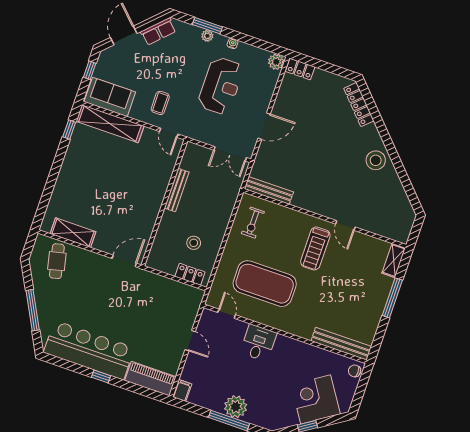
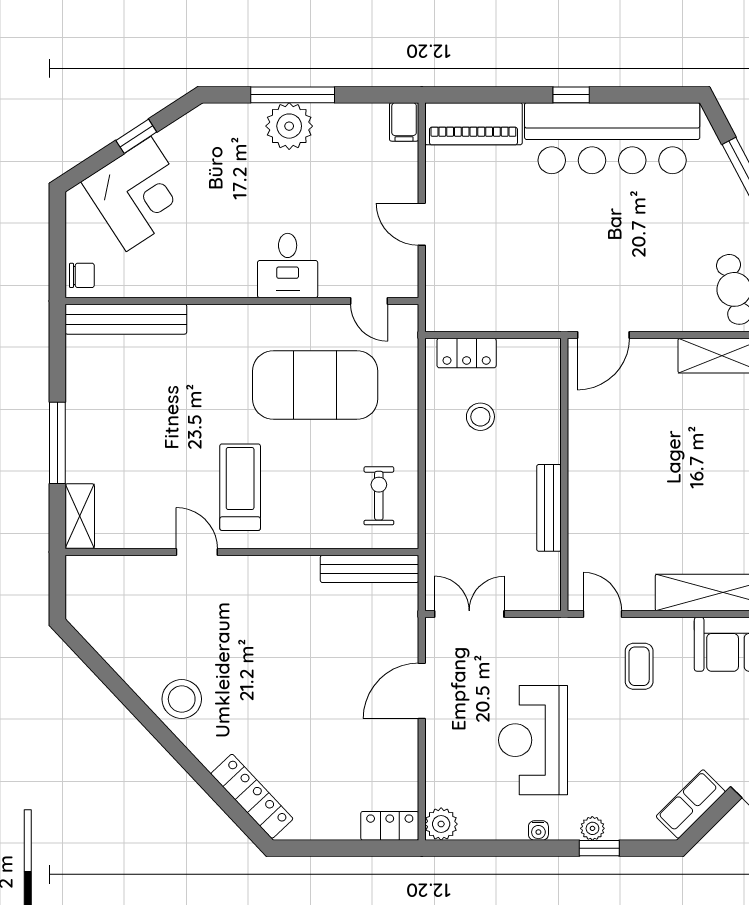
window: (207, 26) -> (599, 848), width x0.67

